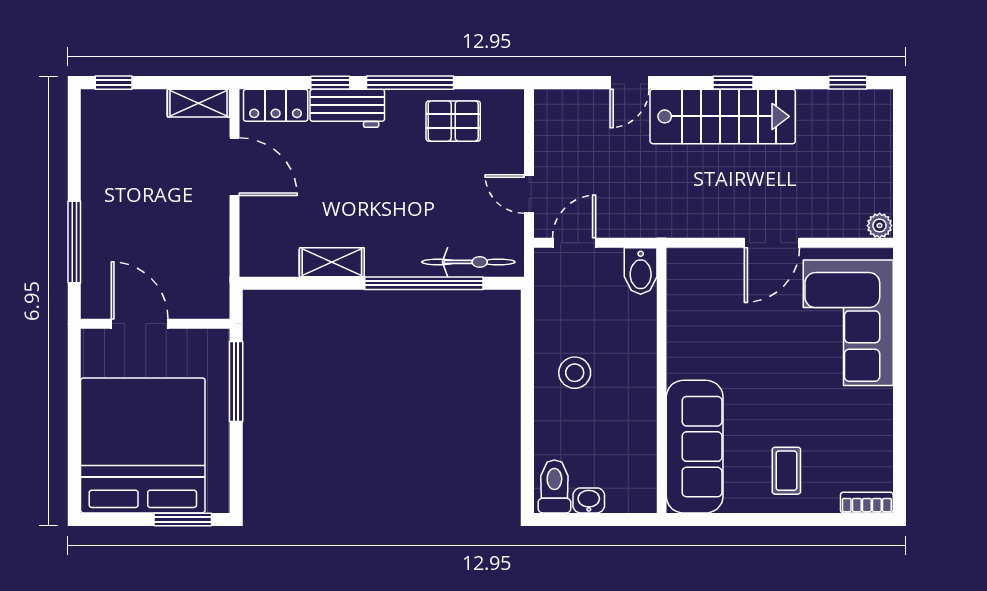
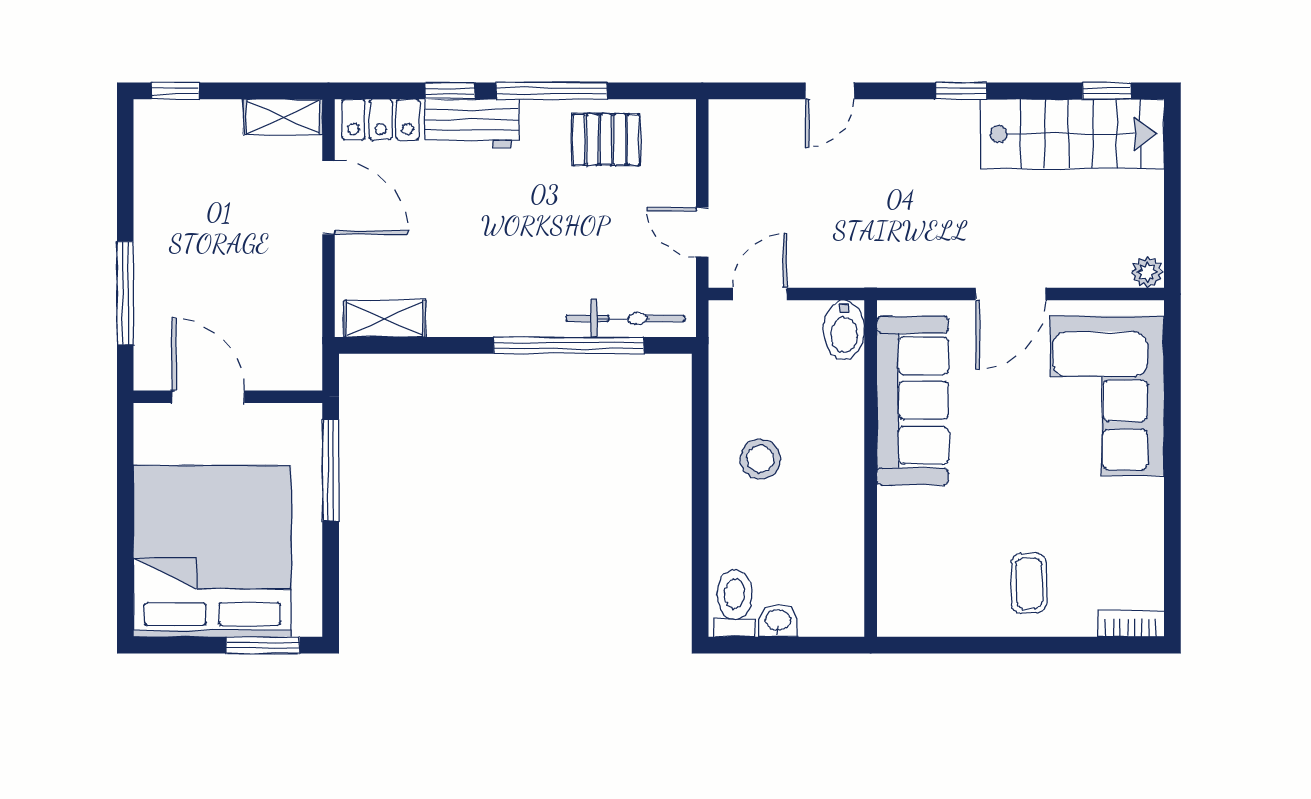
stairs: (723, 116) -> (1072, 134), moved
shelving: (332, 262) -> (385, 319), moved
sofa: (695, 447) -> (913, 400), moved

